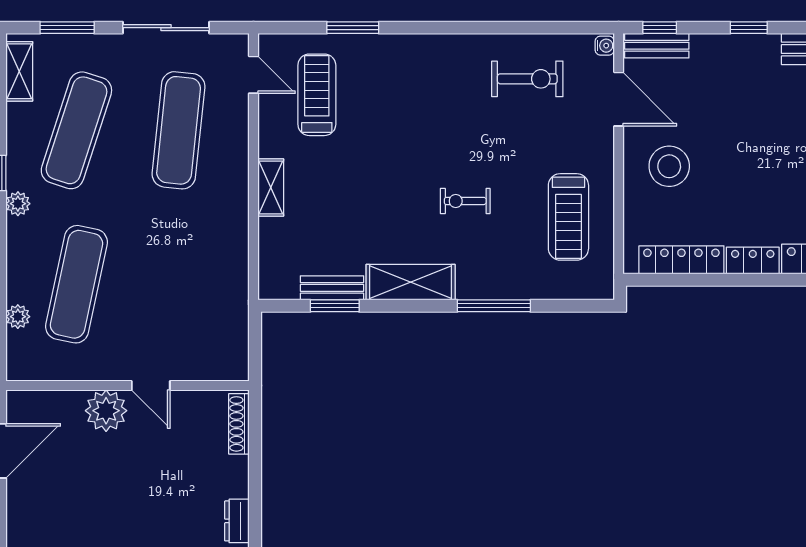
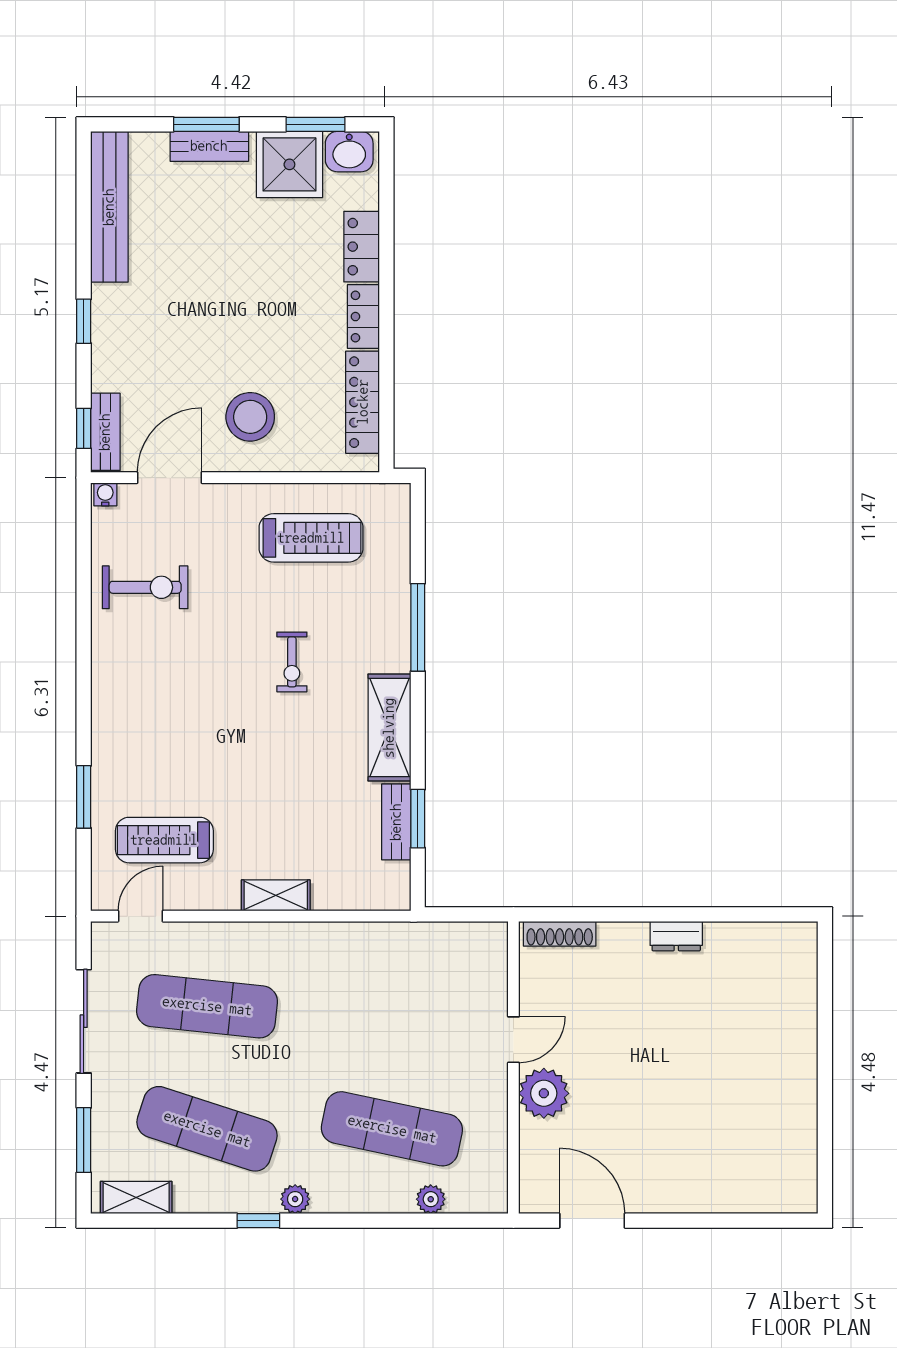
exercise bike: (527, 79) -> (145, 587), turned 90

